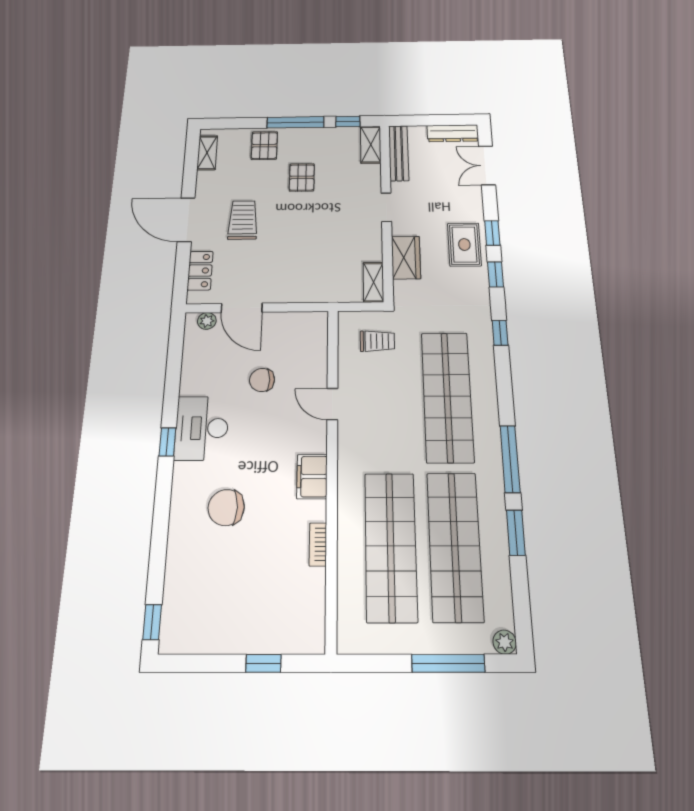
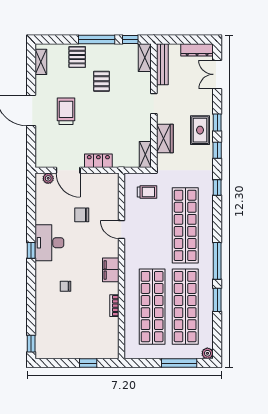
locker: (200, 271) -> (98, 161), moved, turned -90
chair: (226, 507) -> (65, 286), width x0.54, depth x0.54

